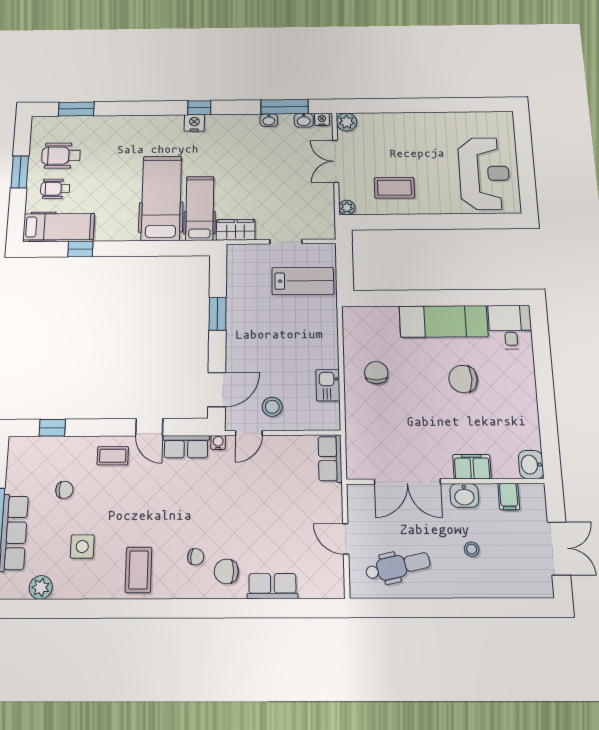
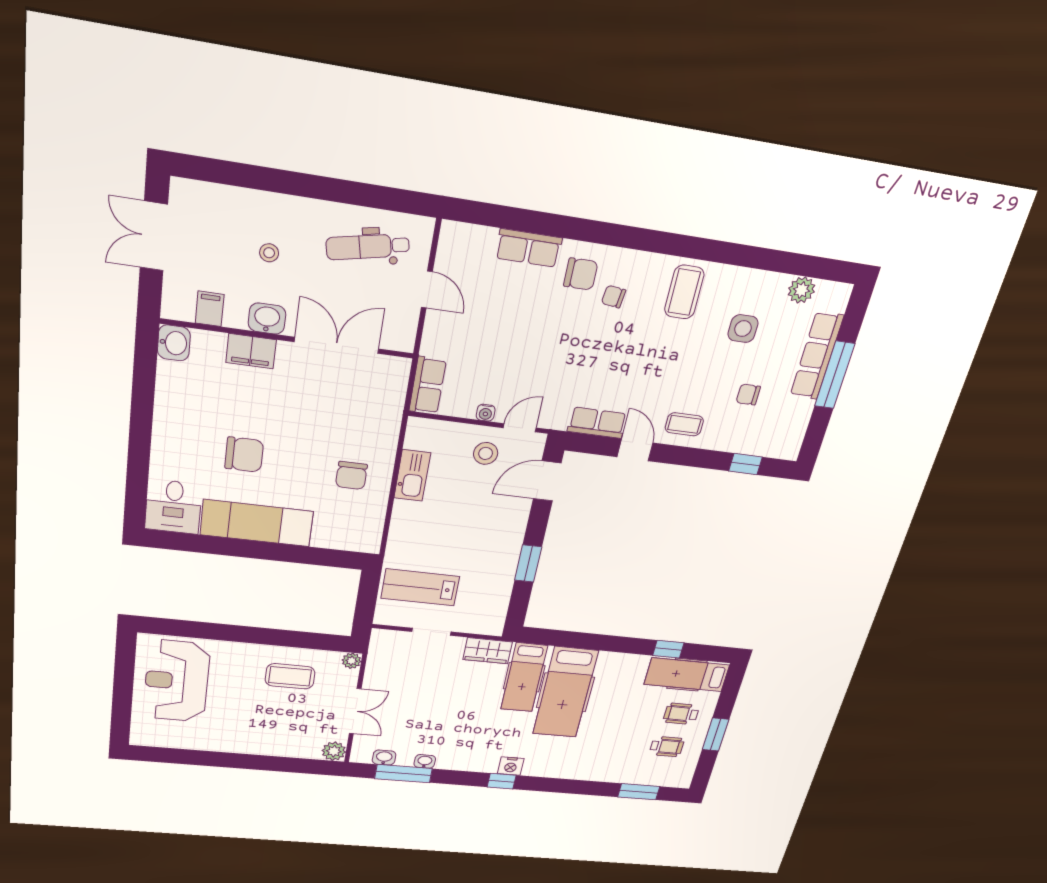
nightstand: (322, 119) -> (362, 757), removed
wheelchair: (61, 156) -> (667, 747), width x0.73, depth x0.73
wheelchair: (55, 189) -> (681, 714), turned 180
kitchen sink: (328, 385) -> (412, 475), width x1.38
water cooler: (218, 442) -> (486, 413), moved

